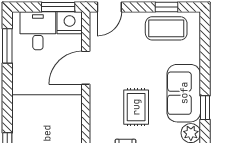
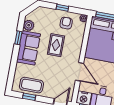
door: (86, 68) -> (79, 72), hinge flipped

